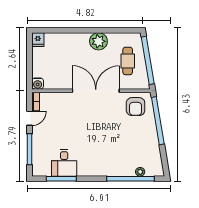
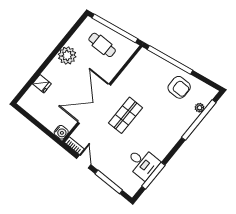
fridge: (38, 40) -> (42, 84), moved
double door: (96, 91) -> (94, 104), moved
armchair: (136, 107) -> (179, 87), moved
shop shelf: (89, 121) -> (125, 115), added

